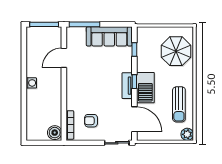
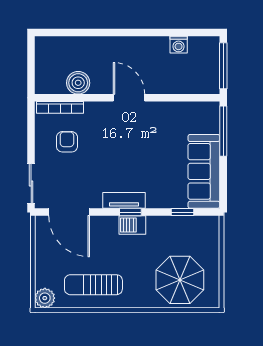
door: (64, 58) -> (129, 98), moved
washing machine: (31, 83) -> (179, 45), moved
barbecue: (145, 88) -> (132, 225), width x0.53, depth x0.65
door: (134, 119) -> (69, 212), hinge flipped
boiler: (55, 133) -> (78, 83), moved

